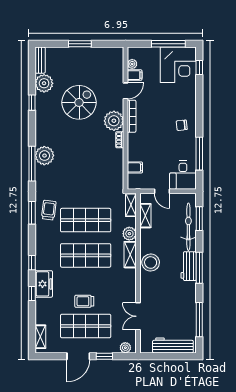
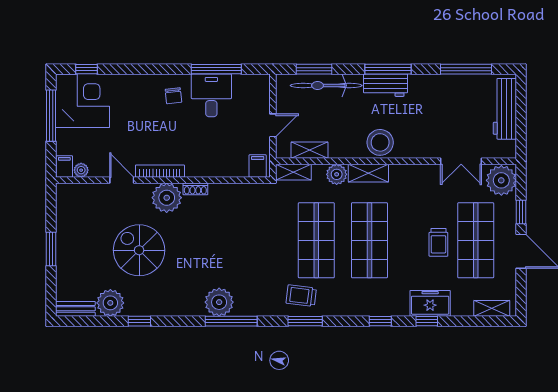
filing cabinet: (135, 75) -> (64, 166), moved
filing cabinet: (135, 167) -> (258, 166), moved
desk: (183, 175) -> (211, 95), moved, turned -90
freezer: (44, 284) -> (430, 303), moved
plant: (125, 348) -> (501, 180), width x1.88, depth x1.88

